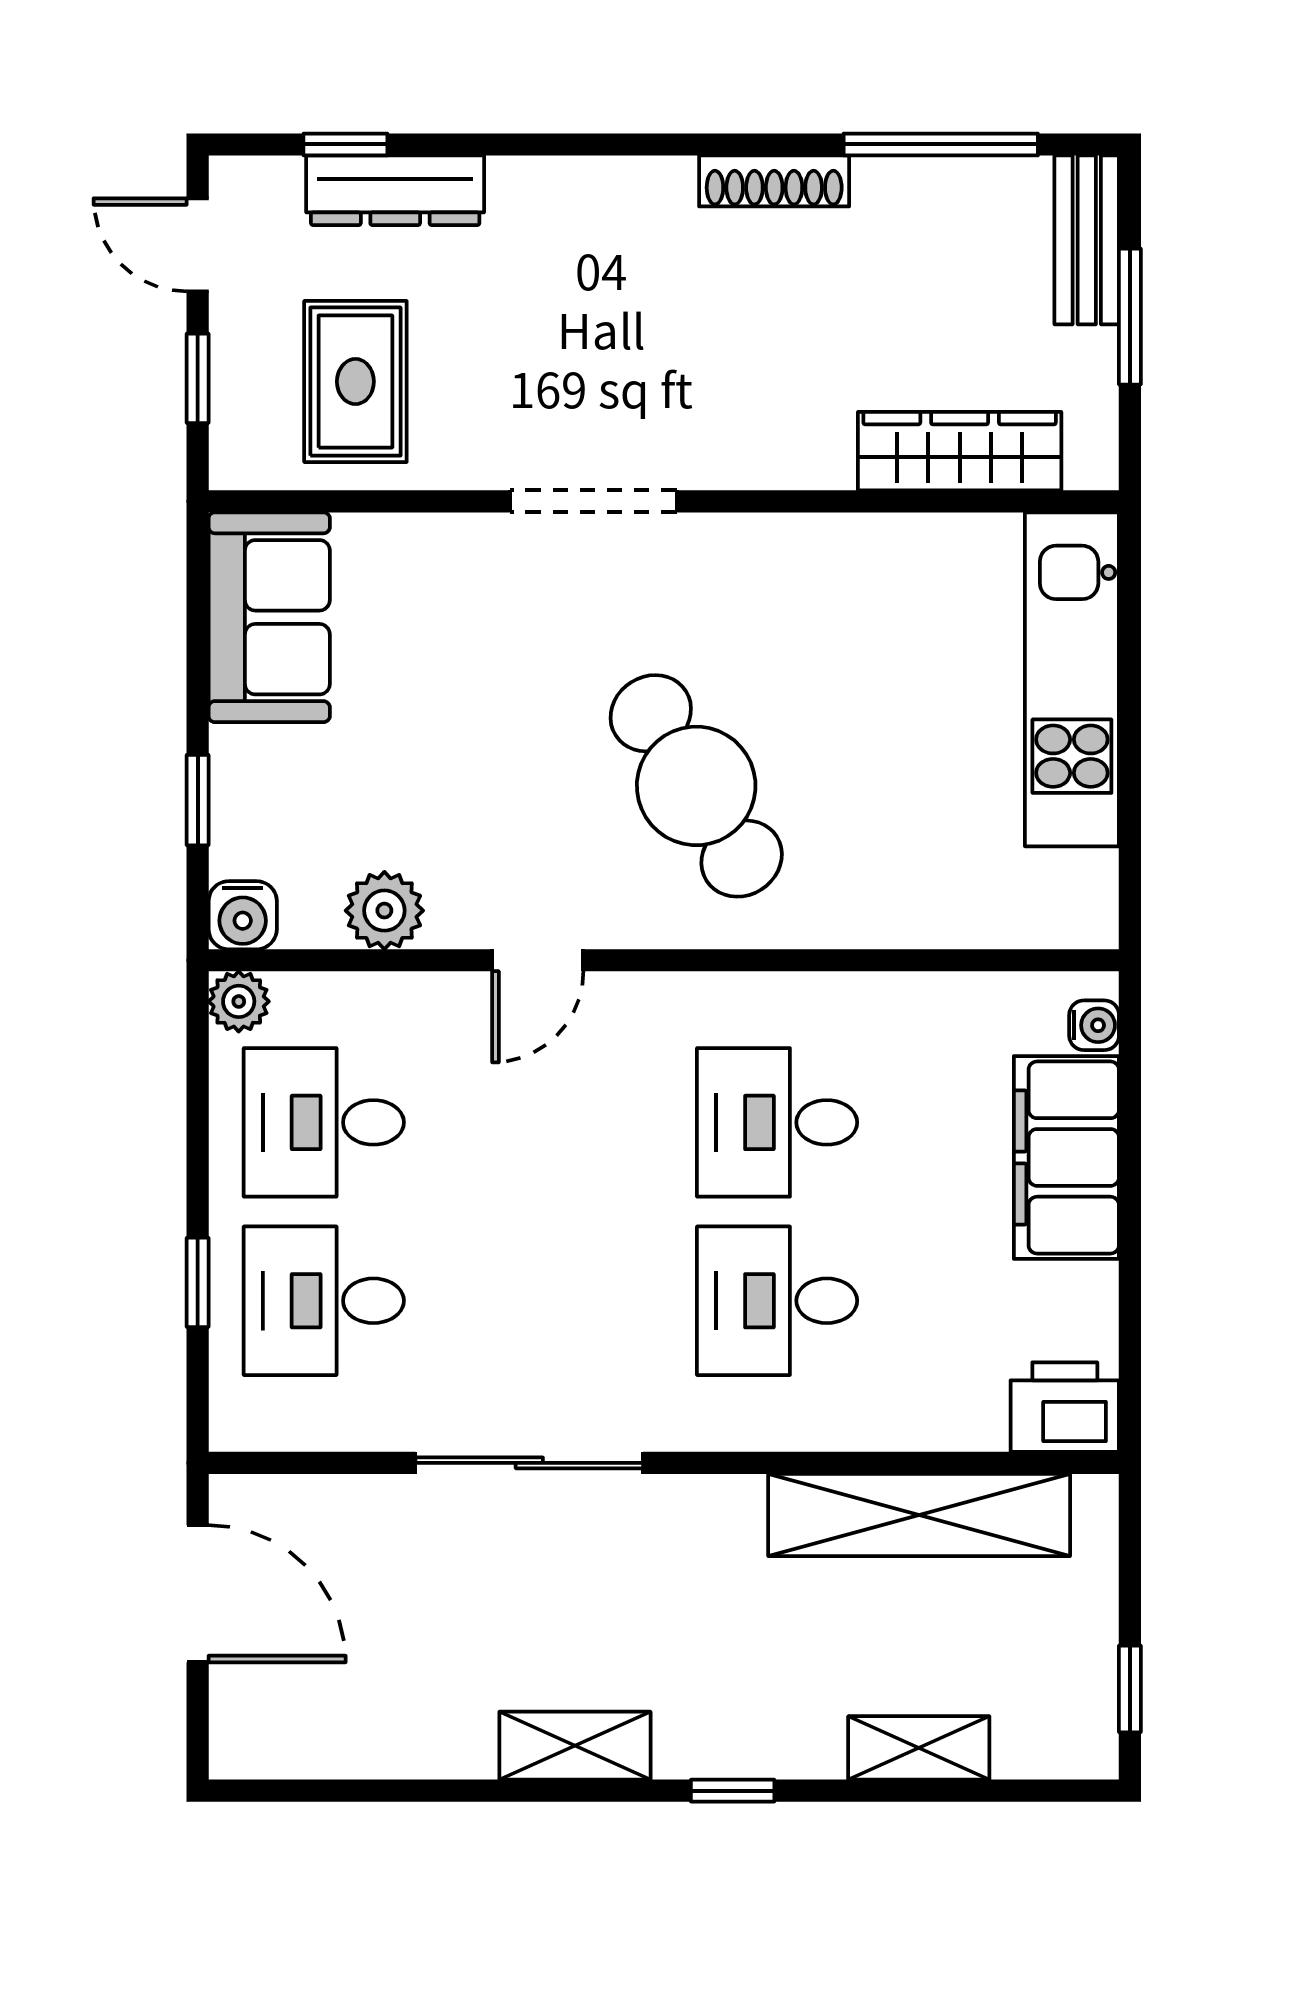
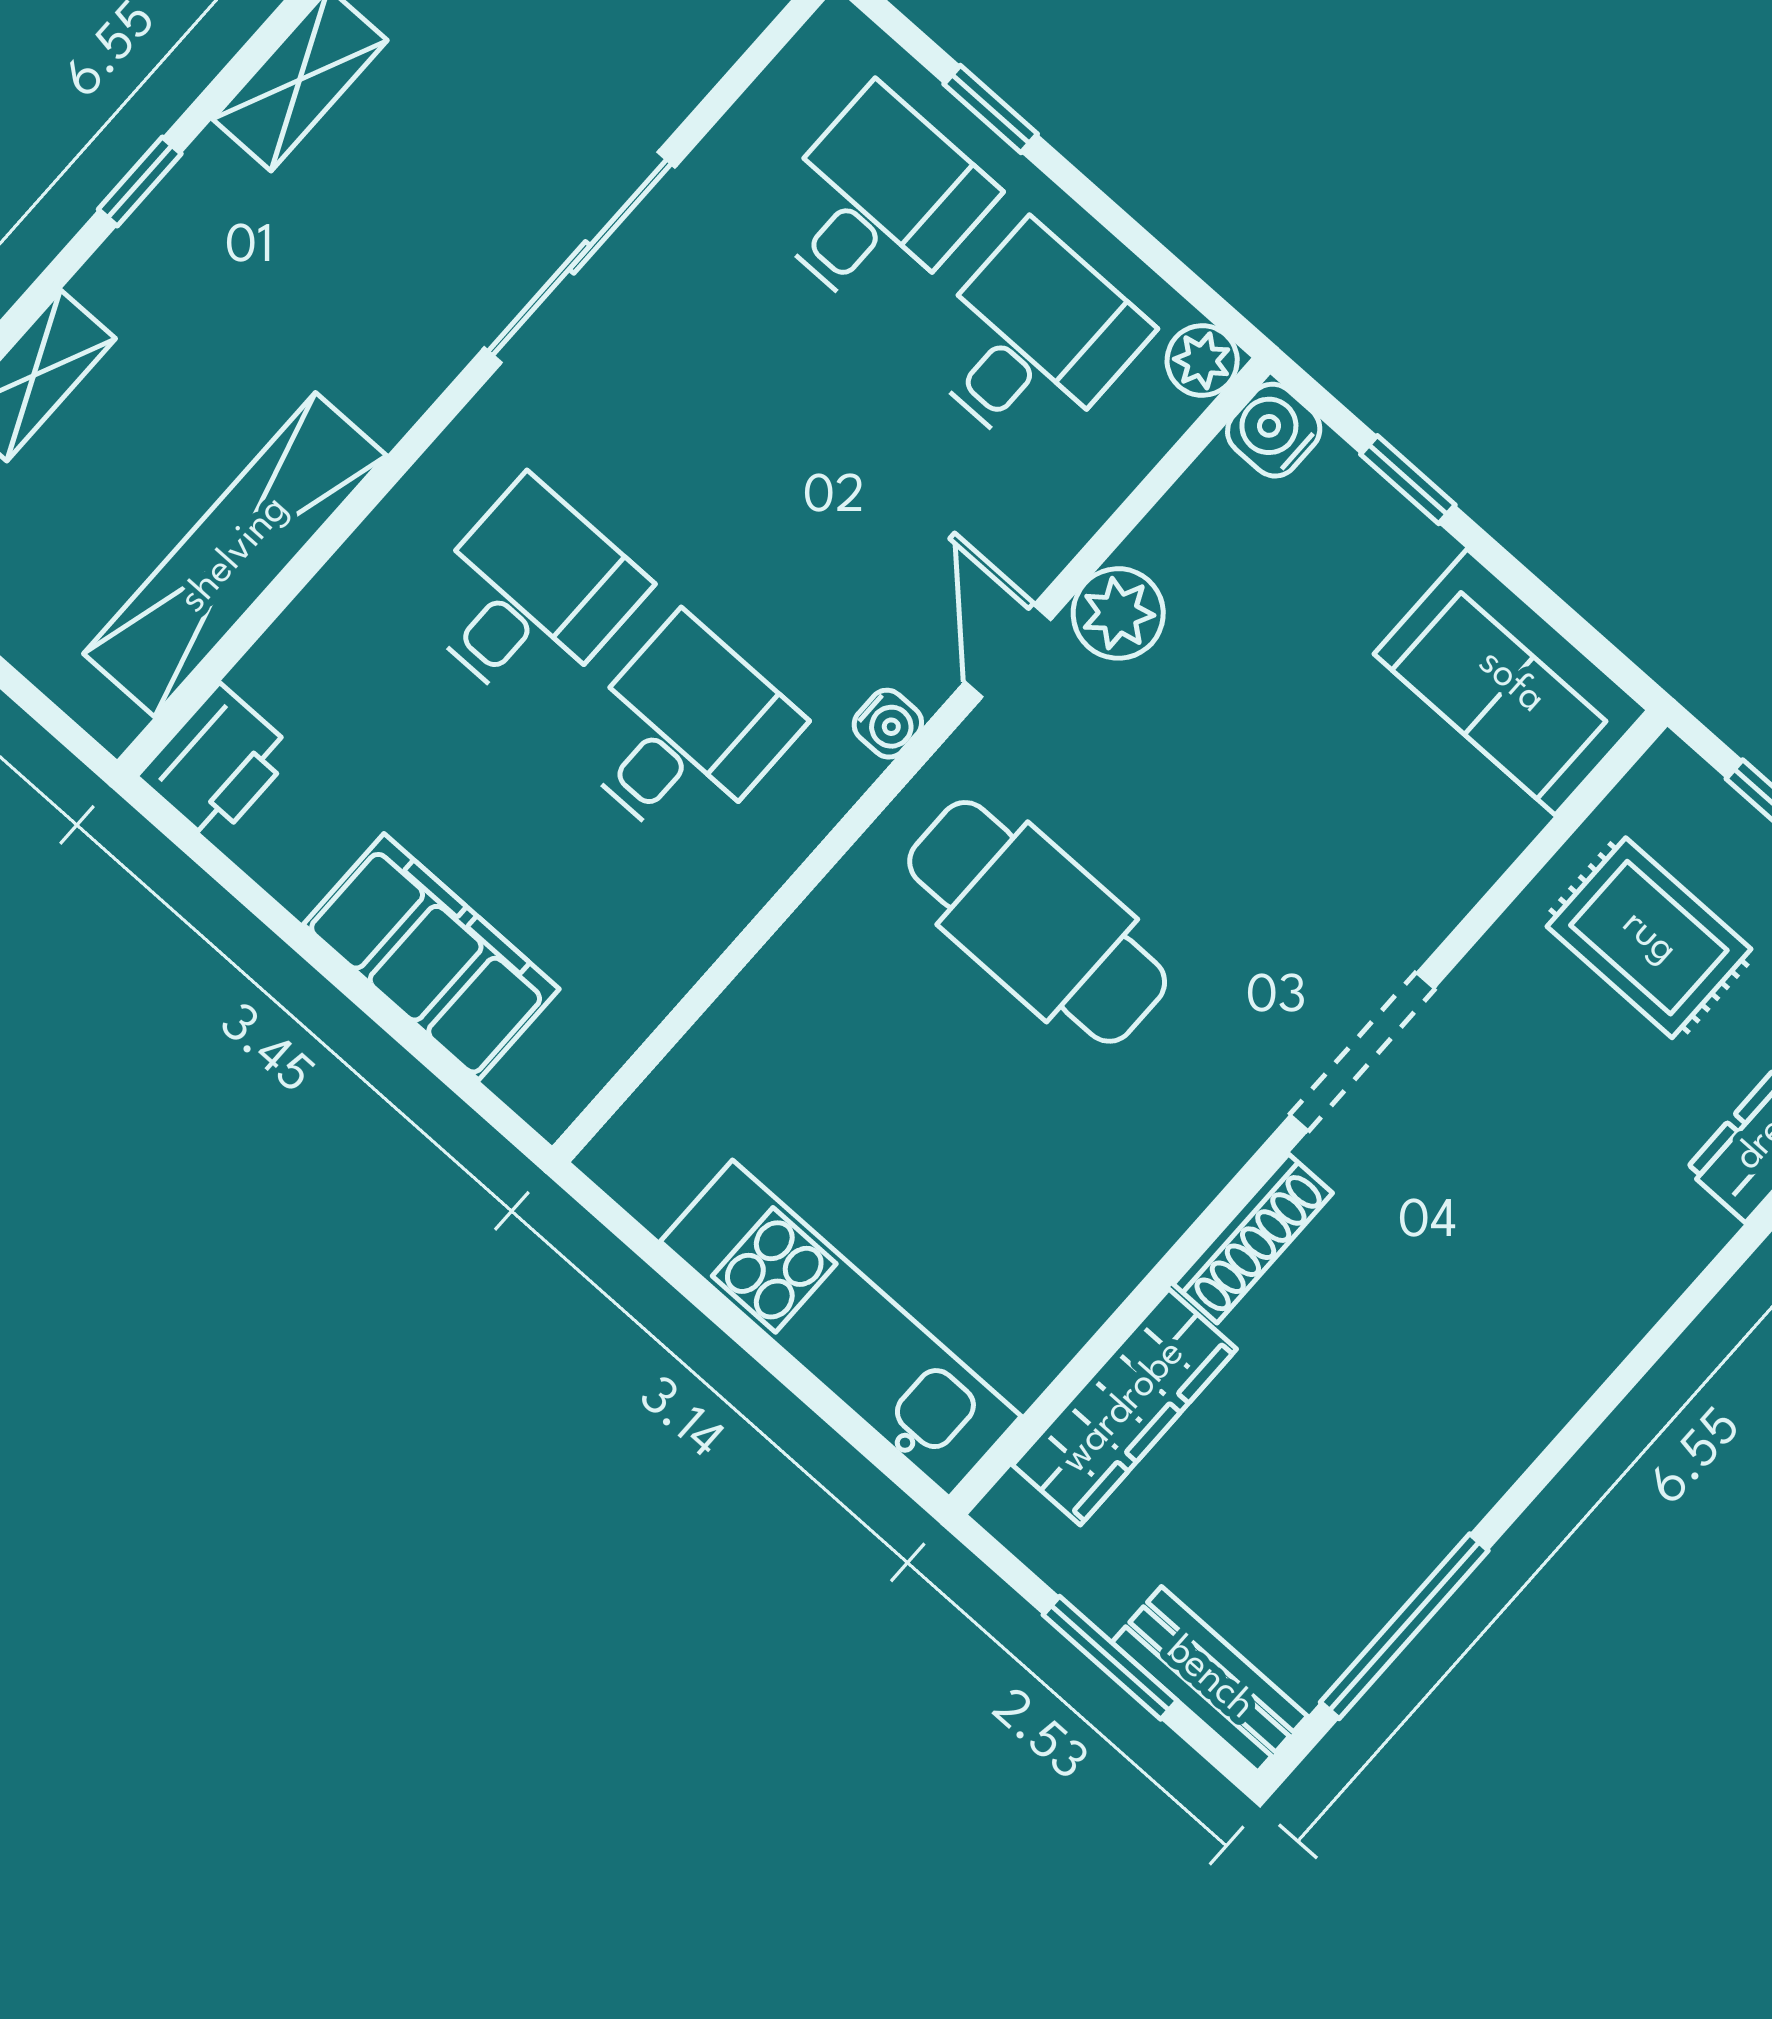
shoe rack: (774, 181) -> (1253, 1238), moved, turned 180
cafe table: (696, 786) -> (1037, 922), turned 32
plant: (384, 911) -> (1118, 613), moved
water cooler: (1094, 1025) -> (888, 724), moved, turned -90

